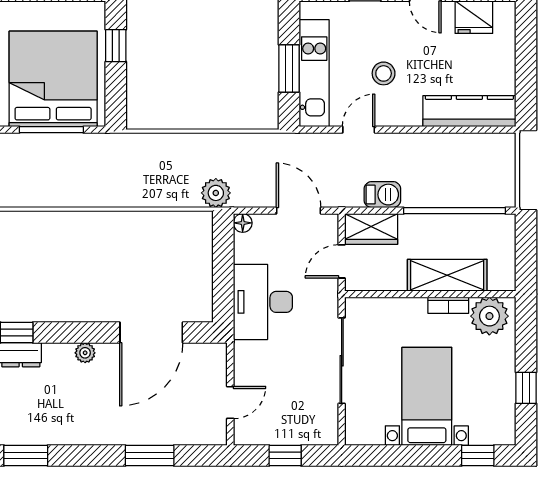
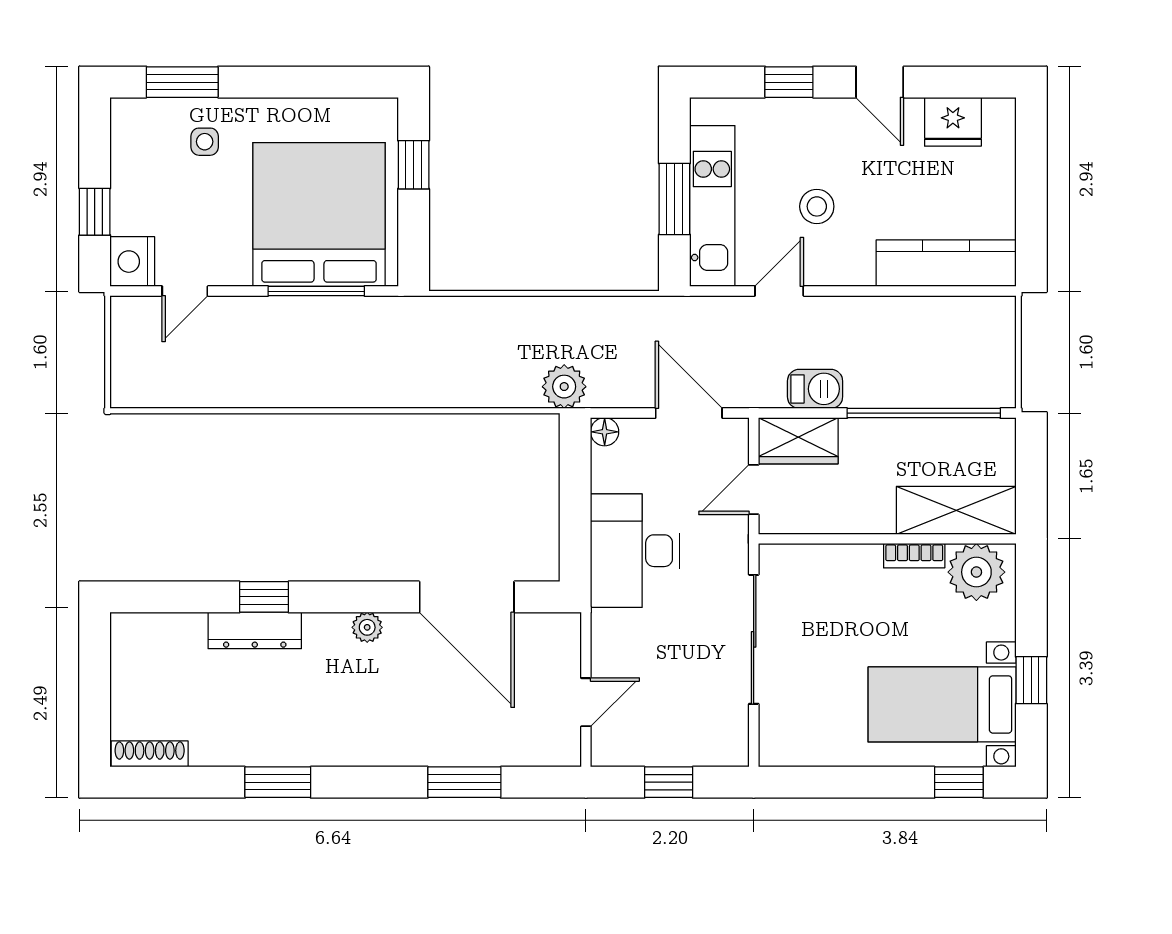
shelving: (447, 275) -> (956, 510), moved
door: (151, 333) -> (467, 597), hinge flipped
bed with nightstands: (427, 396) -> (942, 704), moved, turned -90

